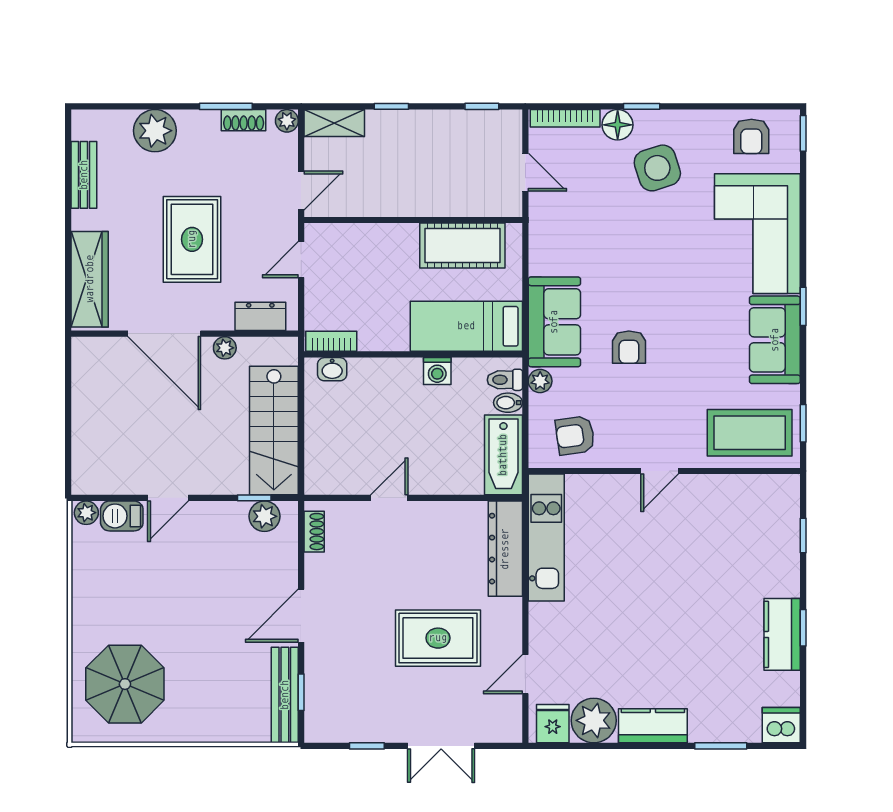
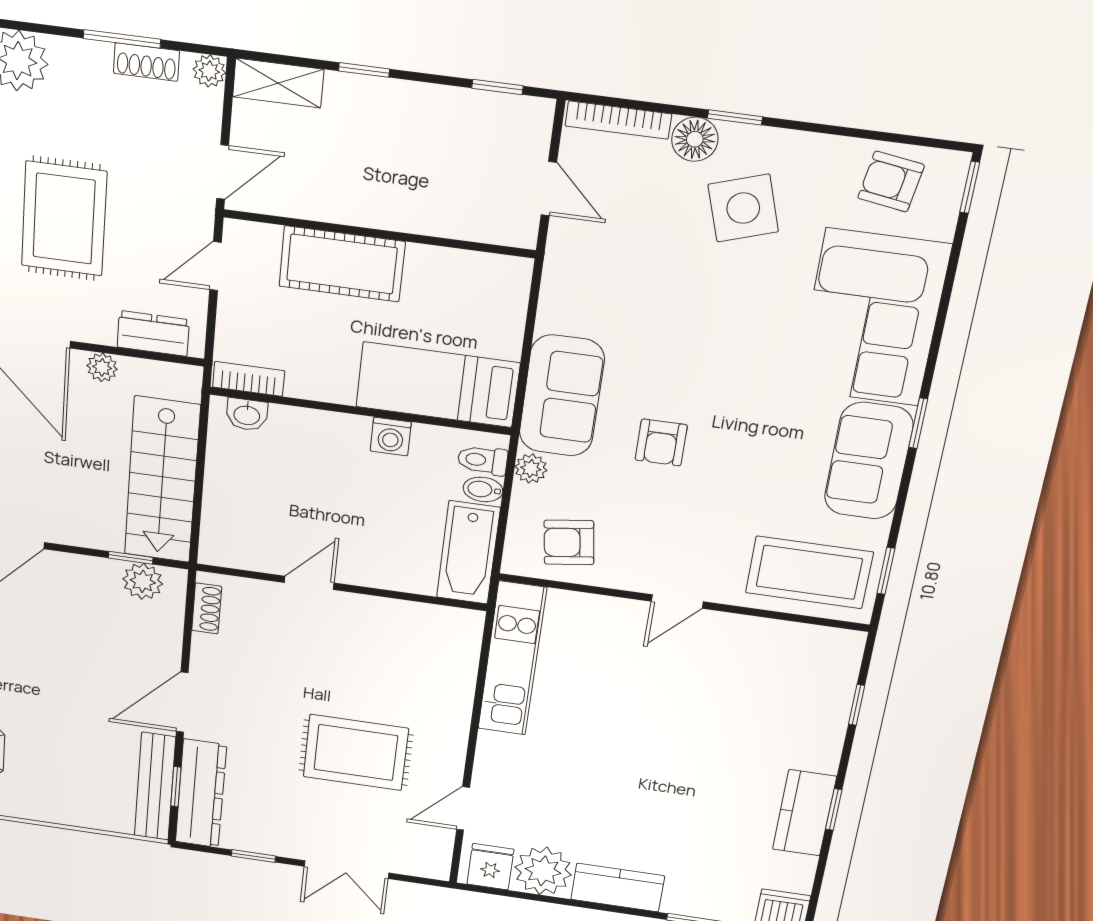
armchair: (751, 136) -> (891, 182), turned 99
cot: (462, 246) -> (342, 264), moved
dresser: (505, 549) -> (201, 794), moved, turned 180

